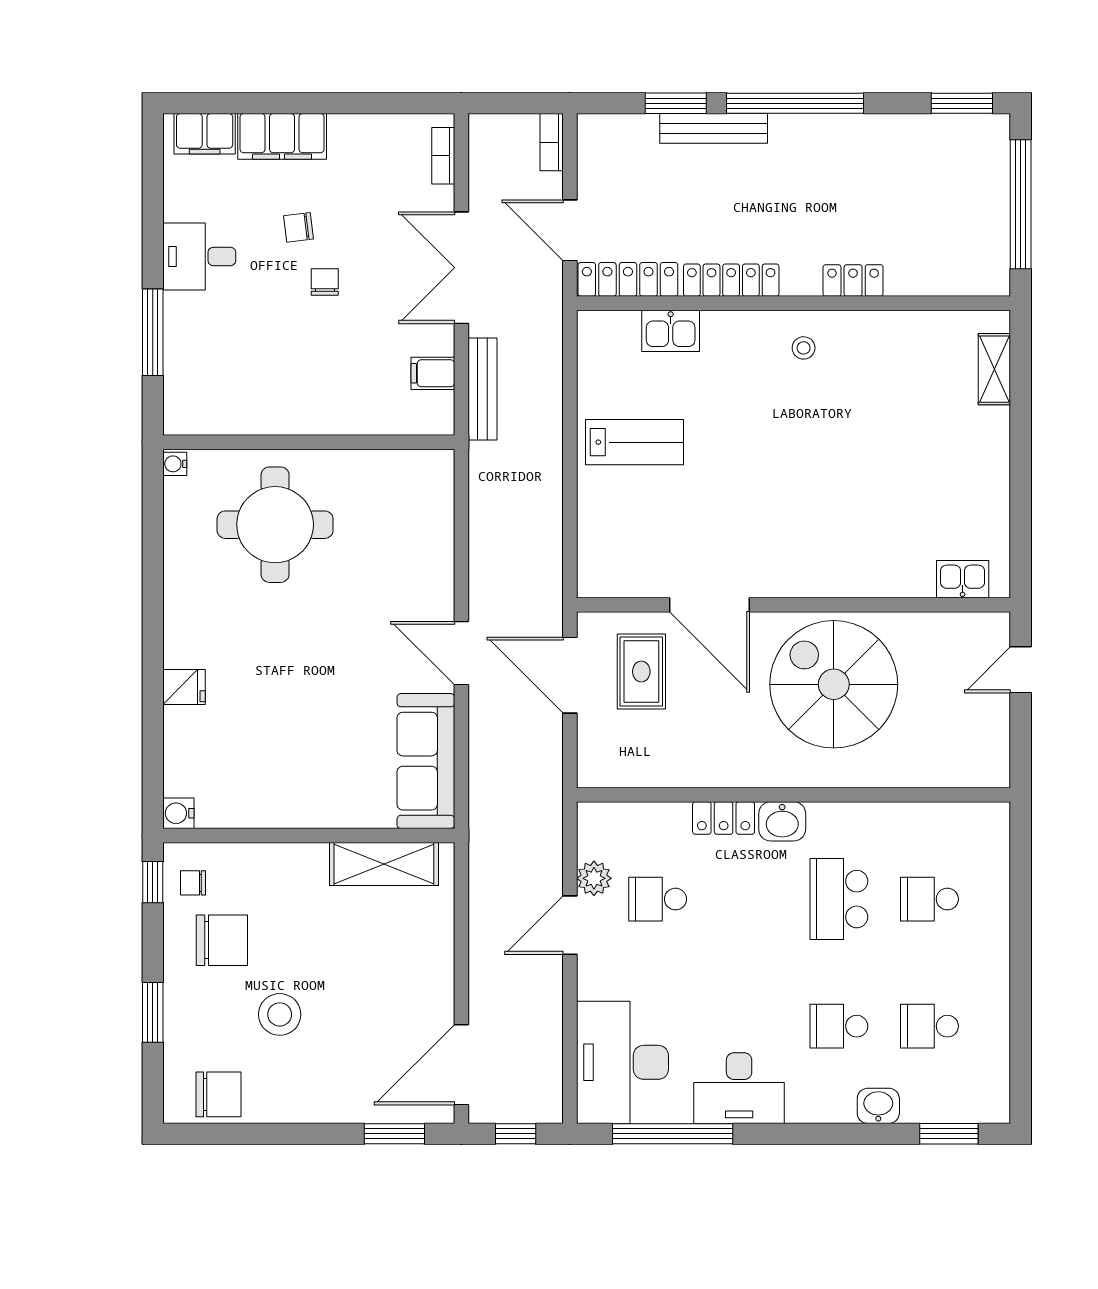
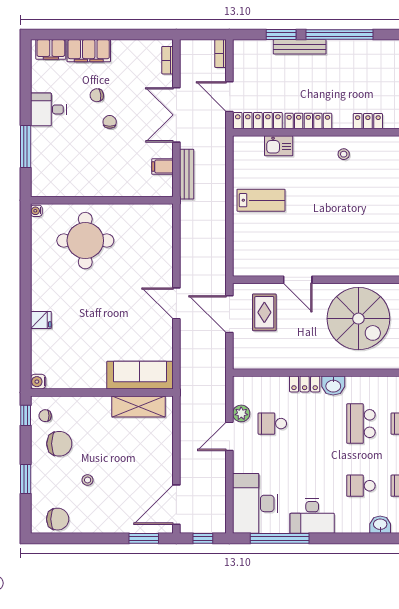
door: (710, 605) -> (298, 280), width x0.73
spiral stairs: (834, 684) -> (358, 319), turned 180
sofa: (426, 761) -> (140, 375), moved, turned 90
stool: (280, 1014) -> (88, 480), width x0.53, depth x0.53

